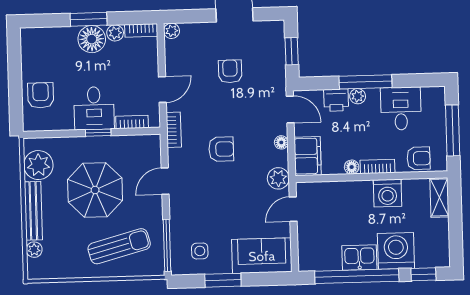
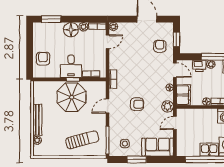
window: (89, 19) -> (51, 19), moved
armchair: (230, 71) -> (160, 46), moved
door: (162, 90) -> (108, 42), moved
armchair: (221, 149) -> (137, 104), moved
plant: (38, 165) -> (41, 96), removed
parasol: (95, 190) -> (72, 97), moved

